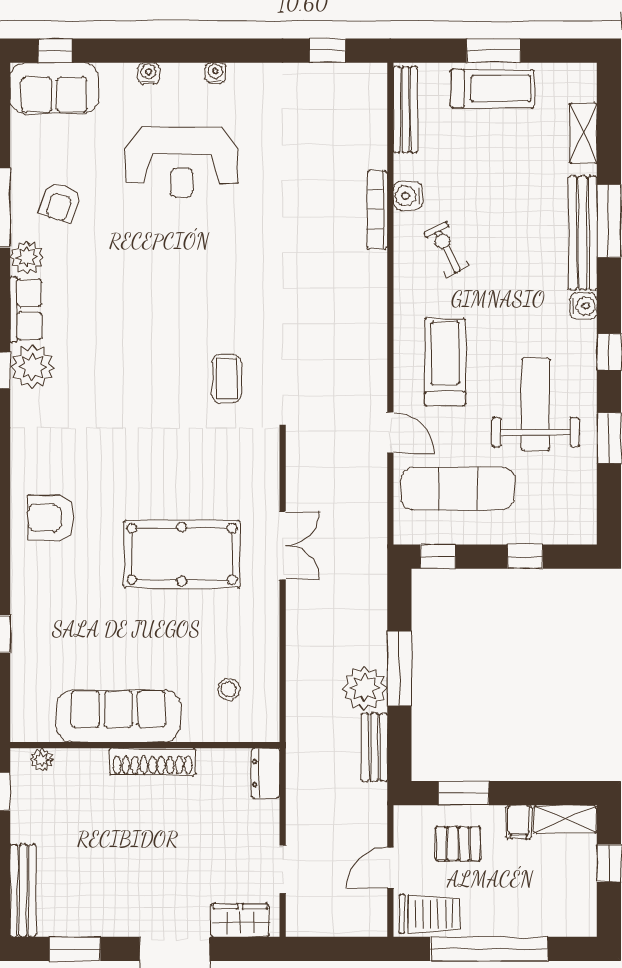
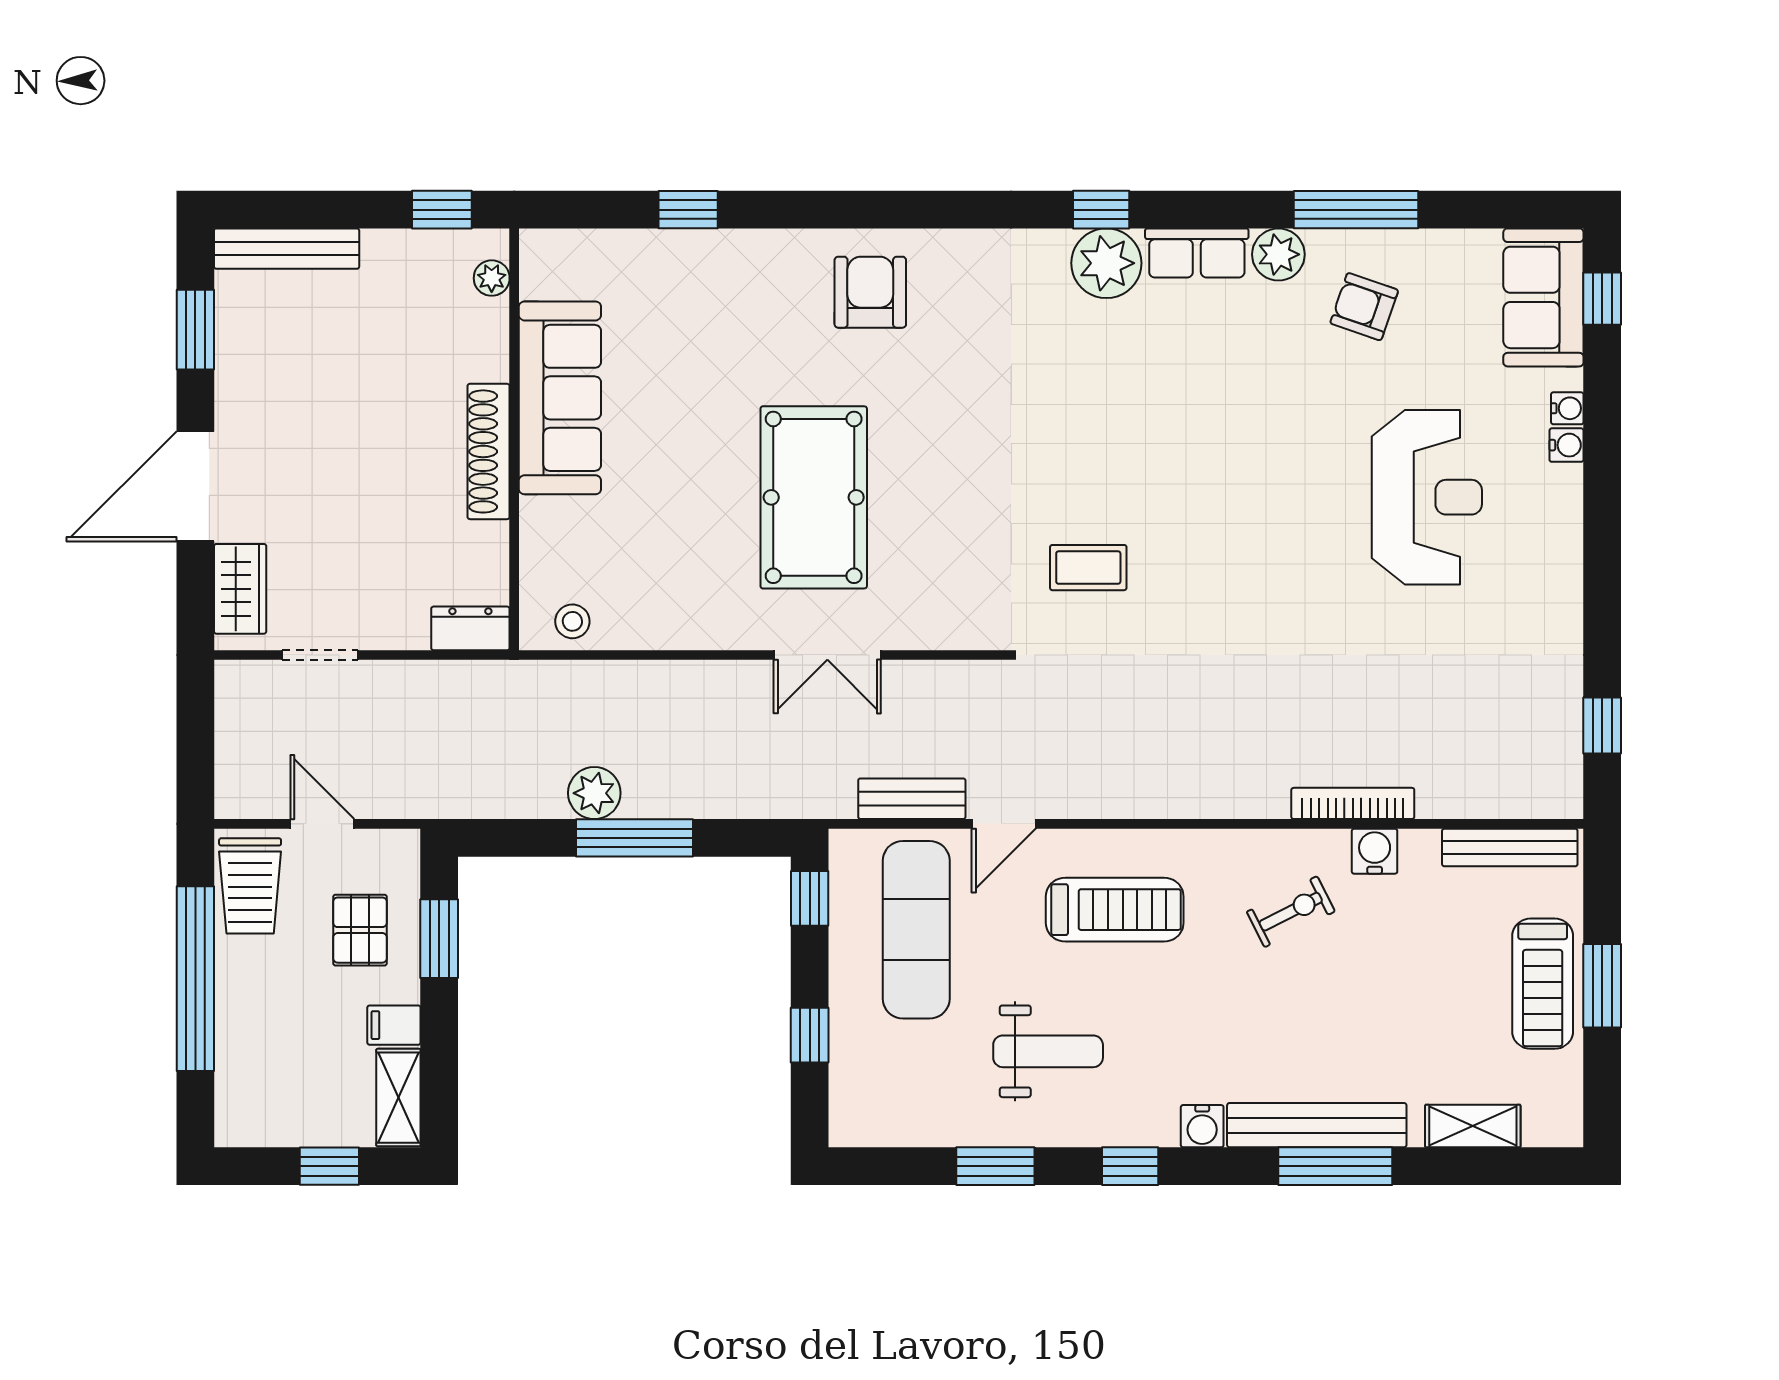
water cooler: (215, 73) -> (1567, 408), moved
reception desk: (182, 163) -> (1427, 497), turned 180
weight bench: (536, 404) -> (1048, 1051), width x0.73, depth x0.75
plant: (365, 688) -> (594, 793), width x0.73, depth x0.73
stool: (229, 689) -> (572, 621), moved
bench: (374, 747) -> (912, 799), moved

